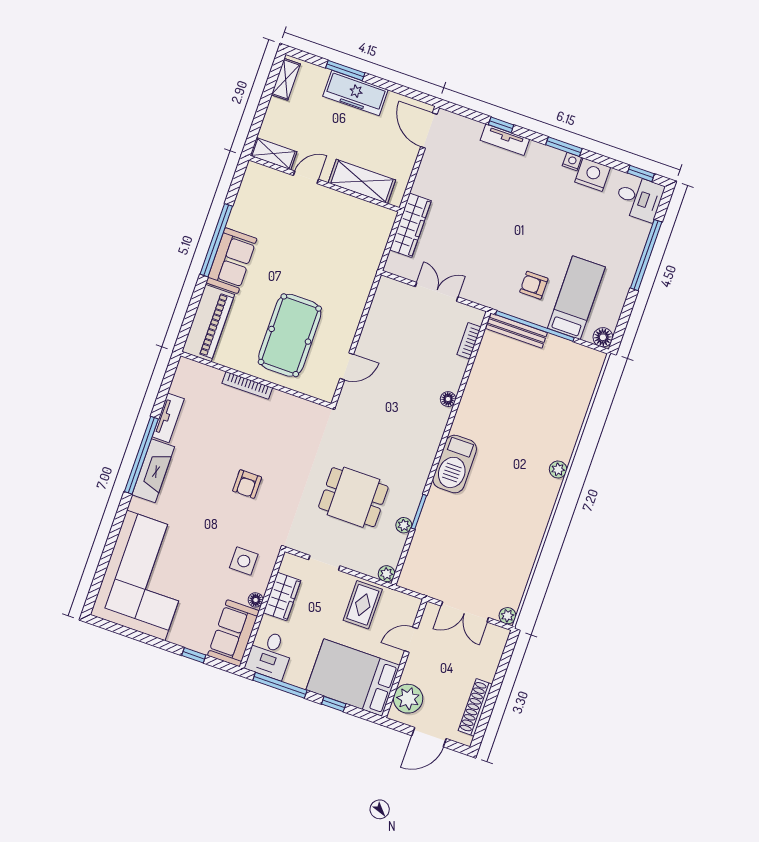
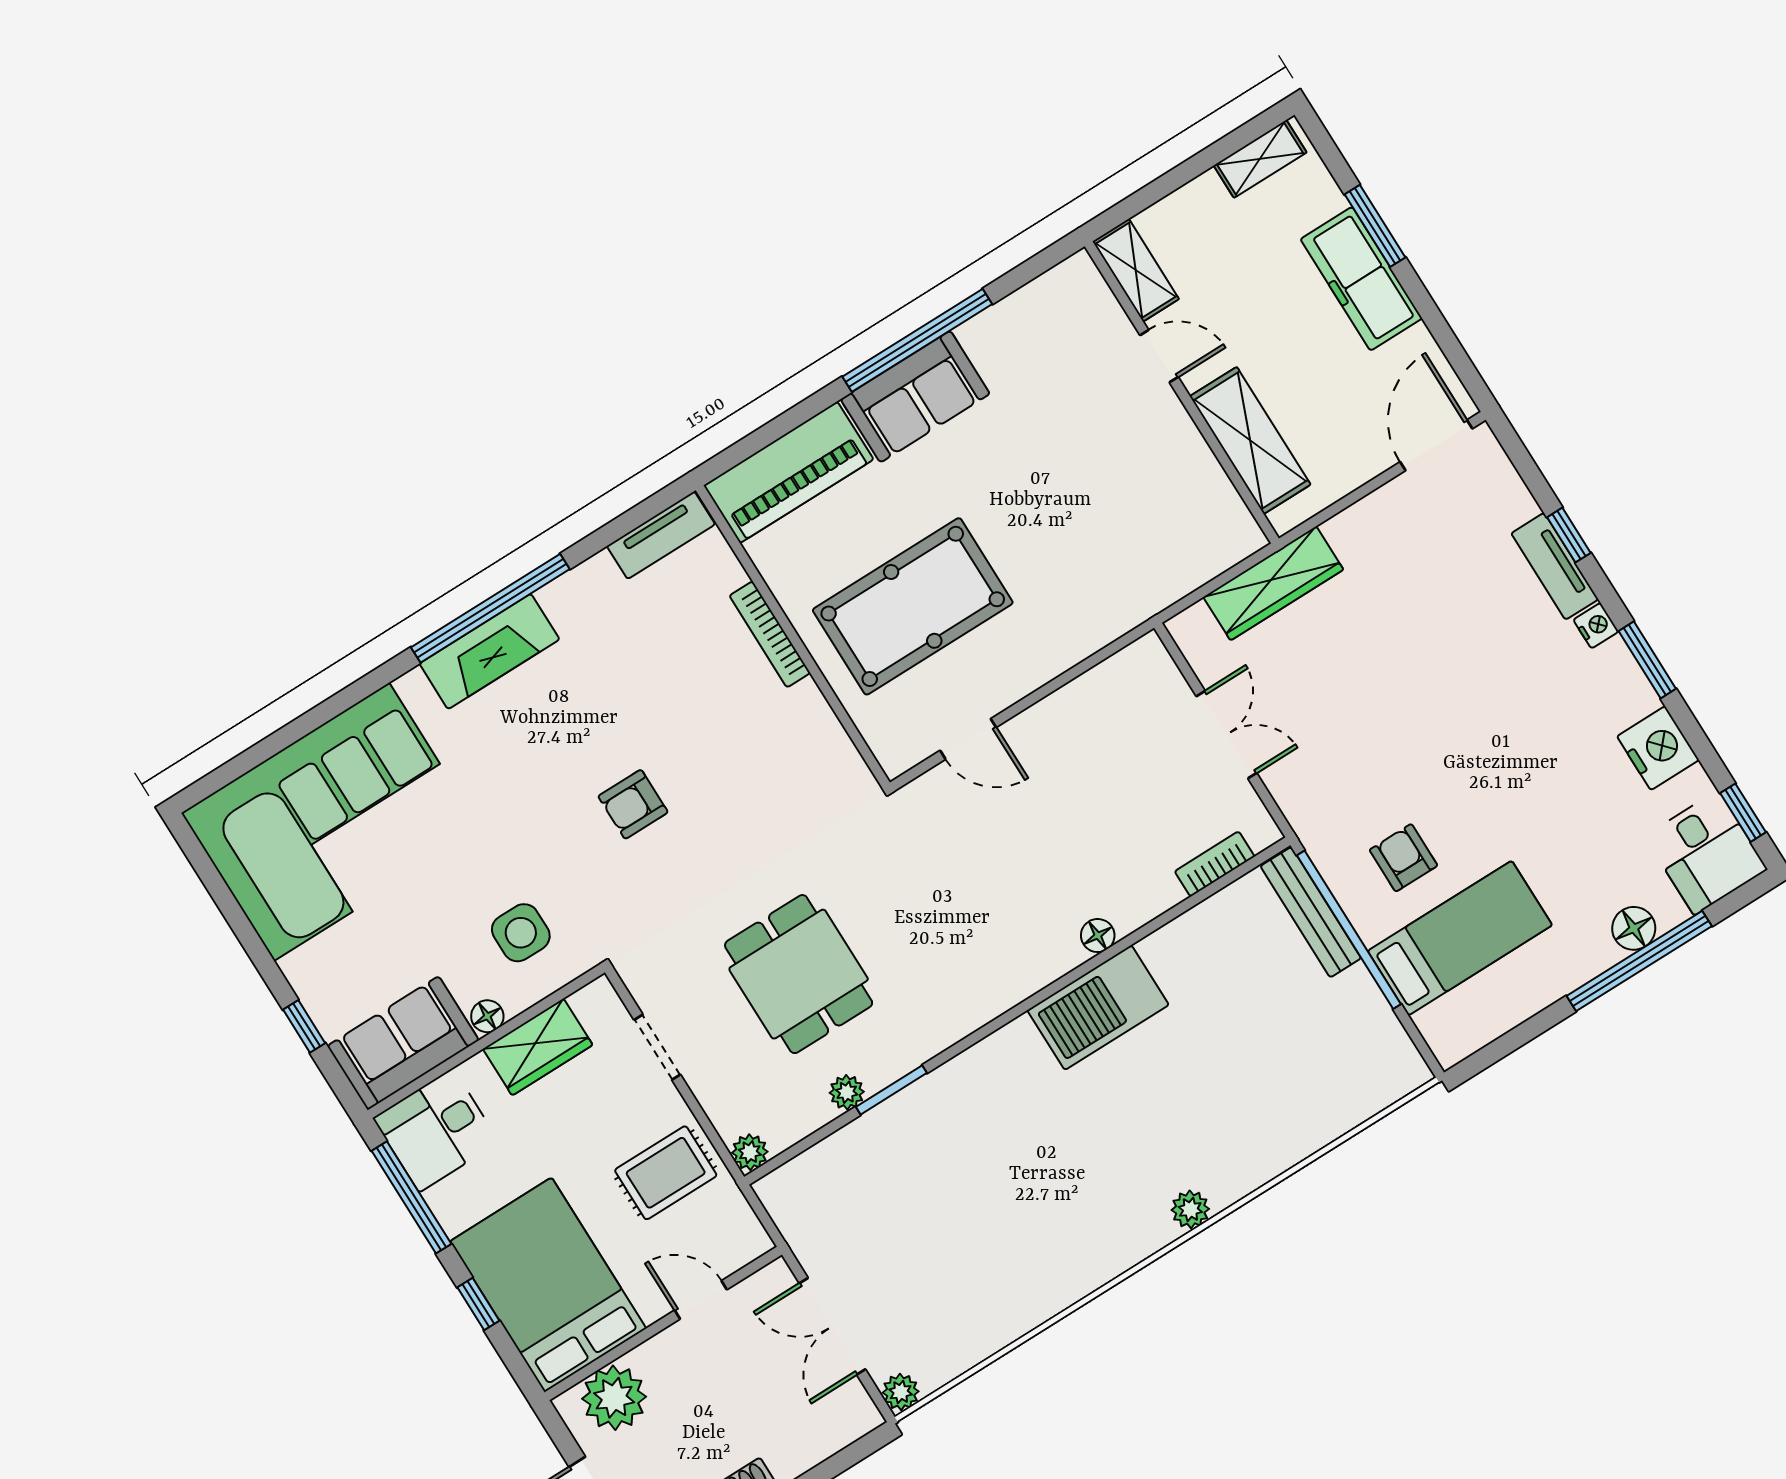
nightstand: (572, 162) -> (1596, 626), moved
floor lamp: (603, 337) -> (1634, 928), moved
tv unit: (168, 418) -> (661, 535), moved
barbecue: (455, 464) -> (1098, 1008), moved

